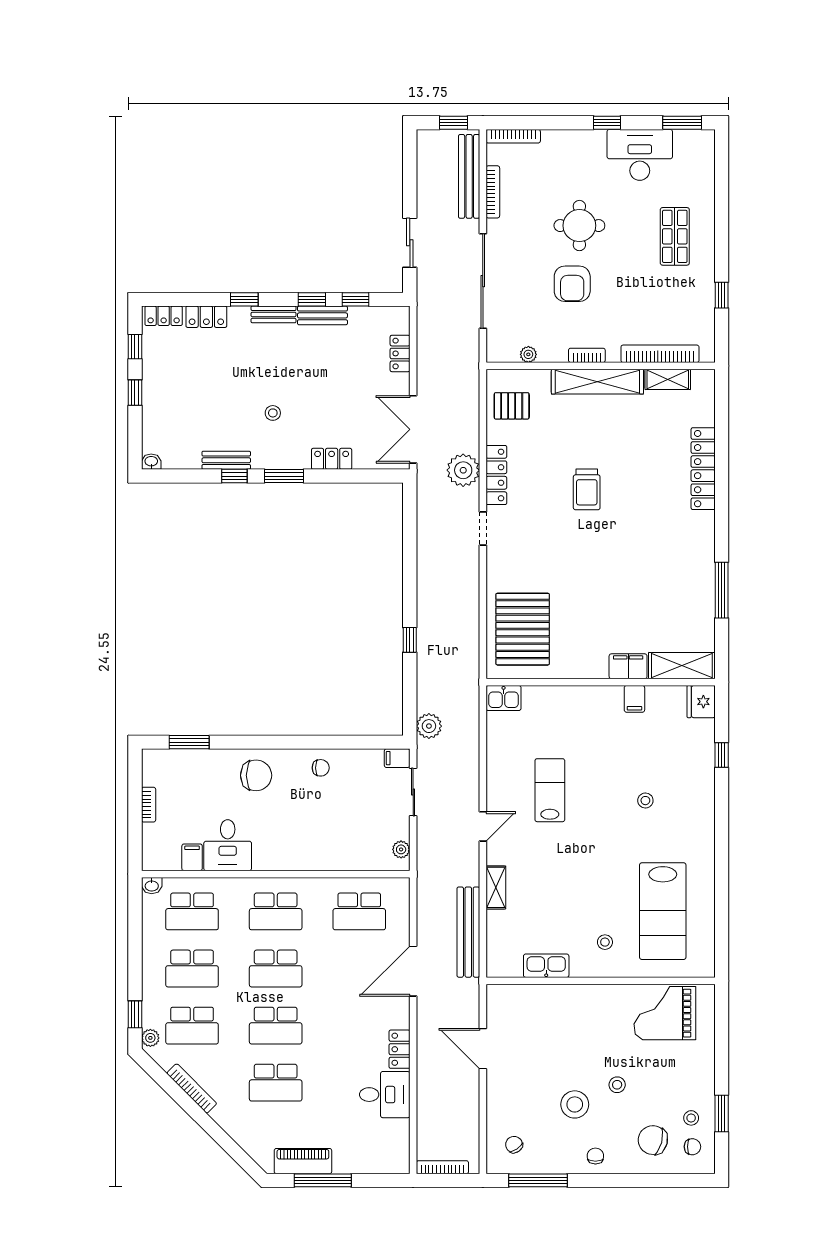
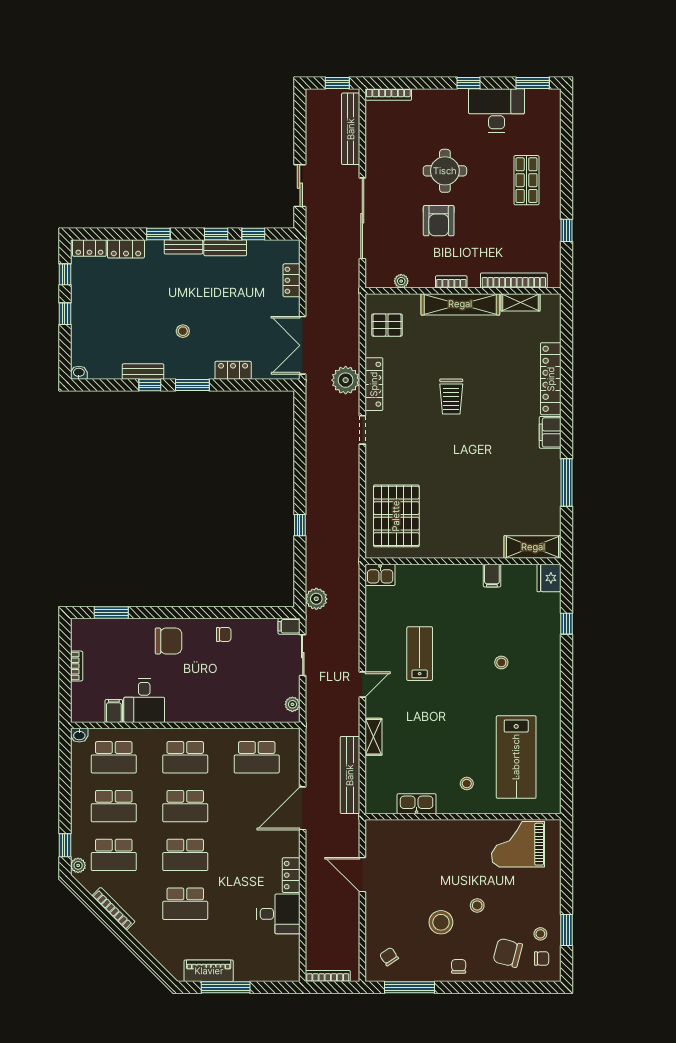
bookcase: (493, 192) -> (371, 142), removed
filing cabinet: (628, 666) -> (550, 432), moved, turned -90

